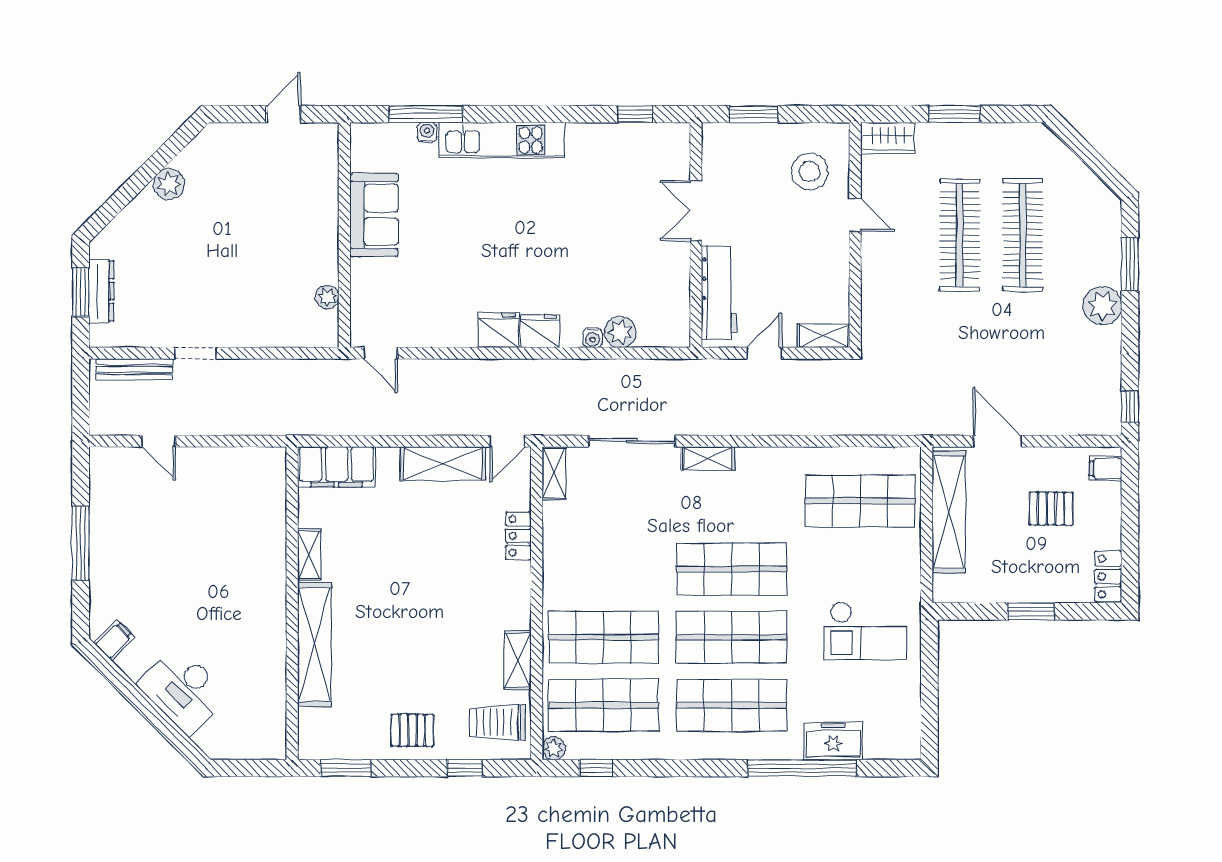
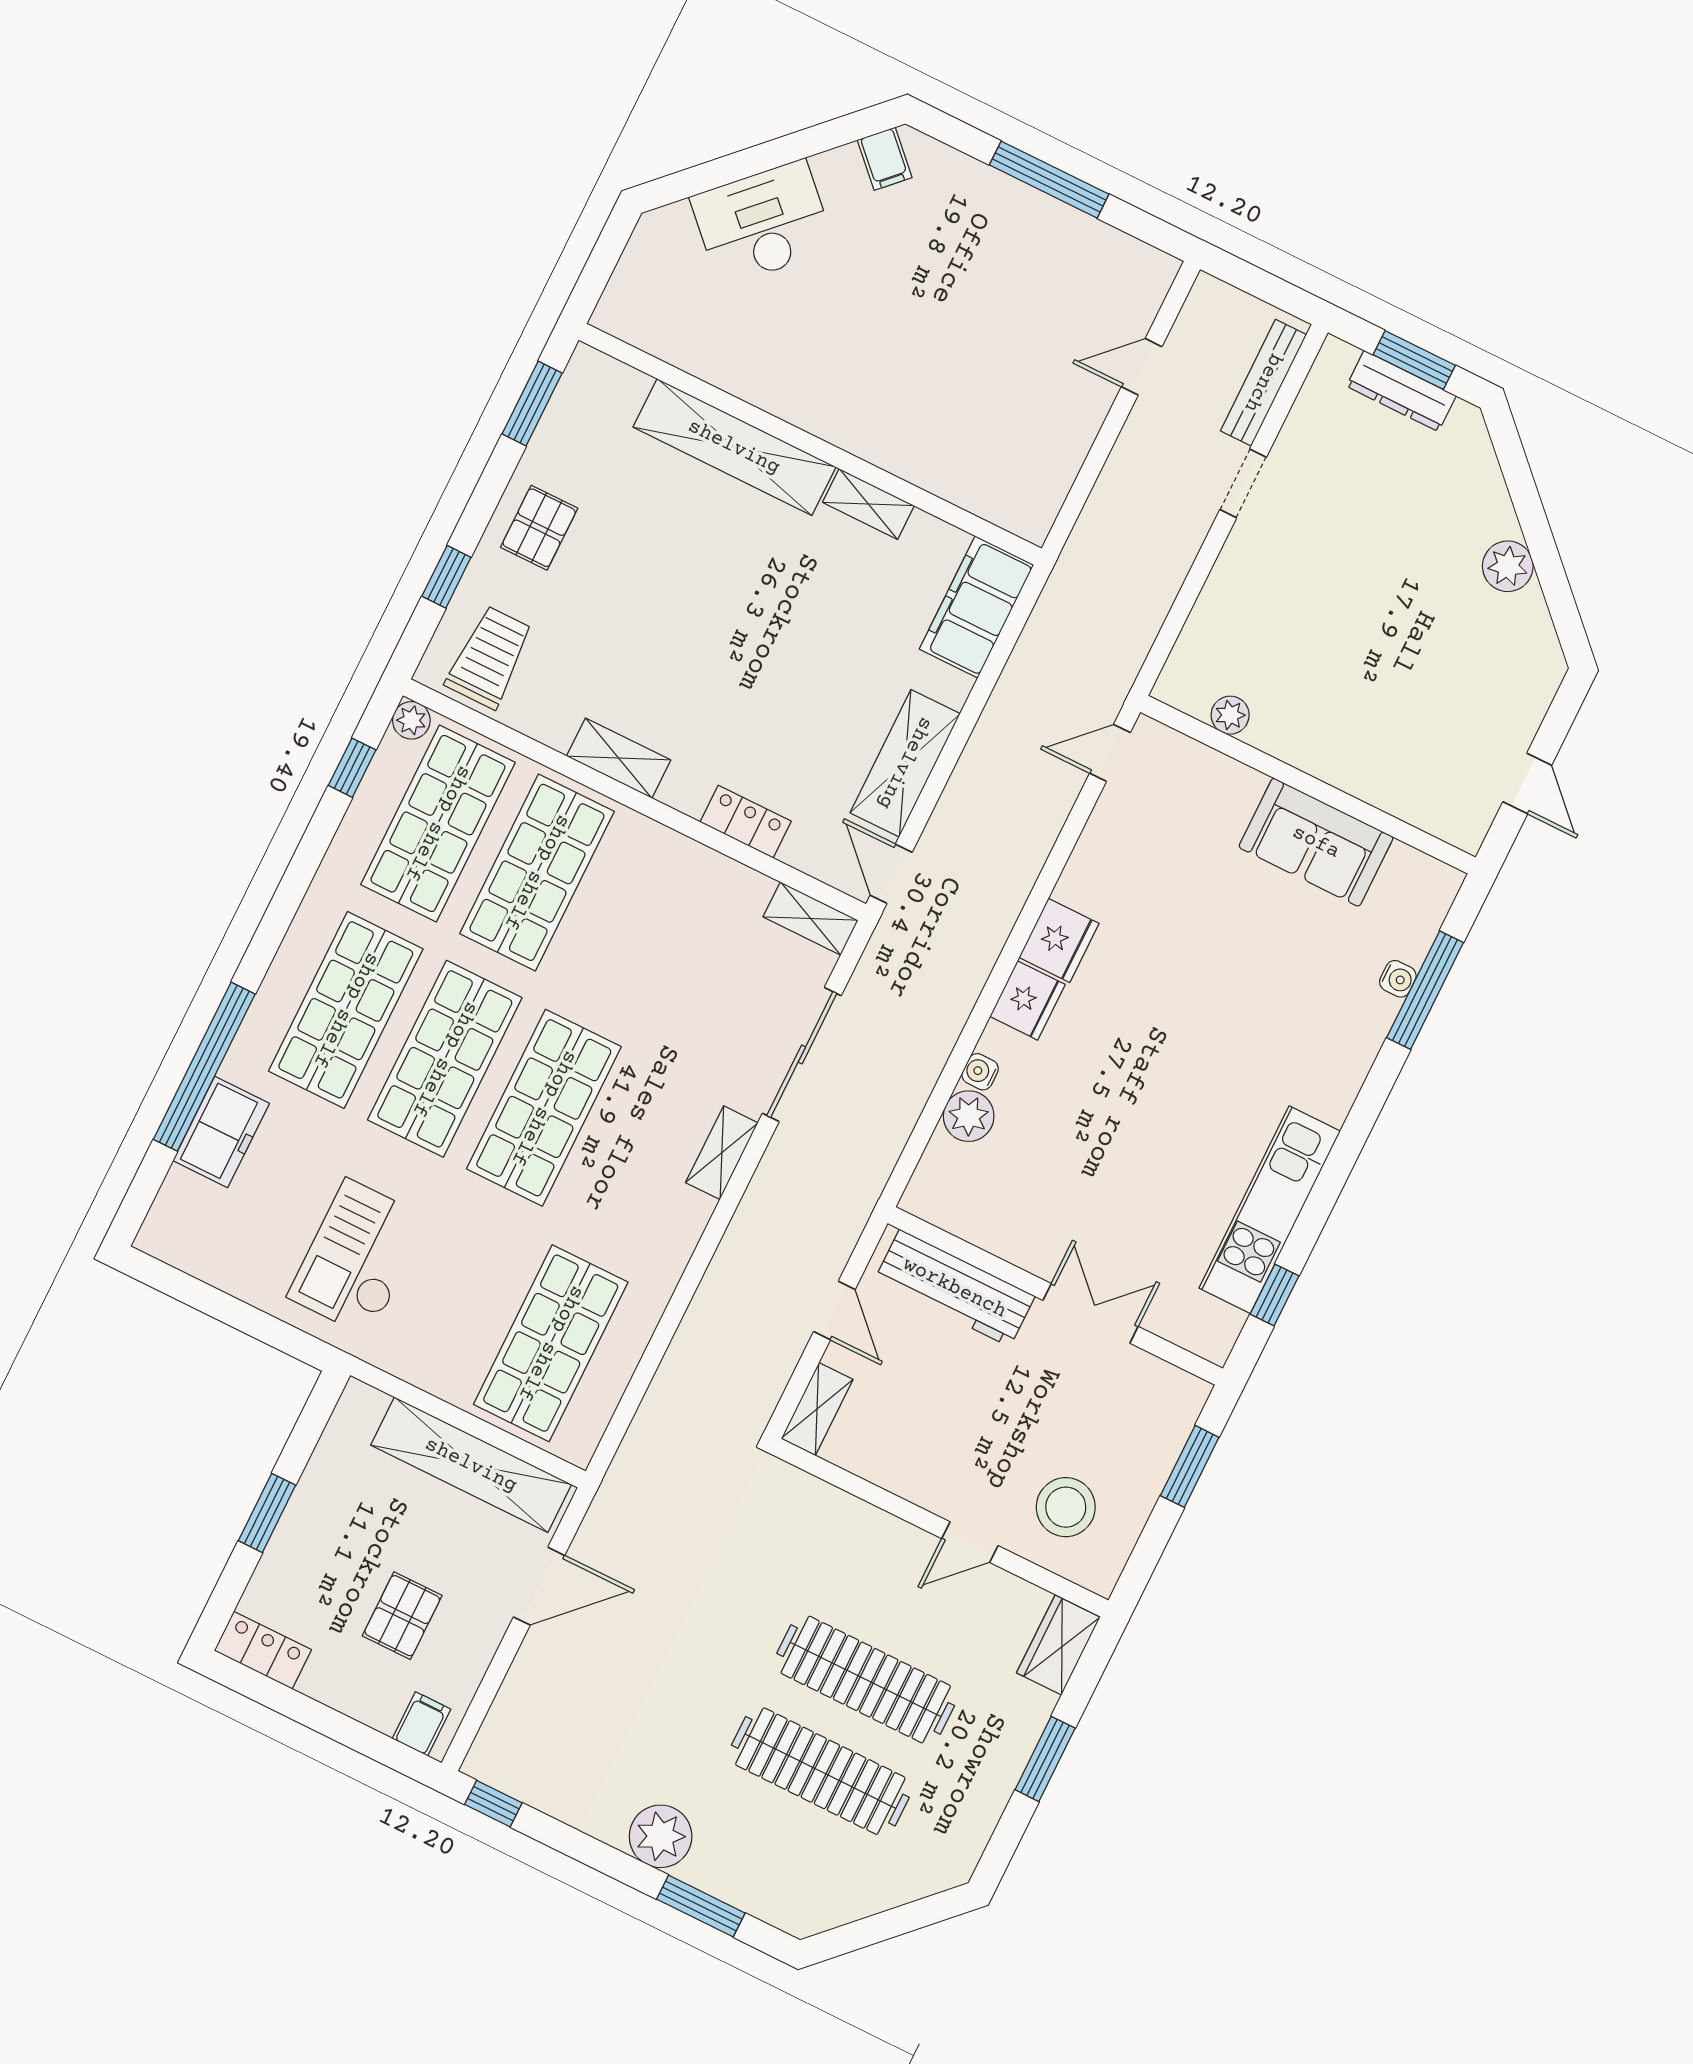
kitchen unit: (502, 140) -> (1270, 1210), moved
shelving: (518, 660) -> (619, 758), moved

